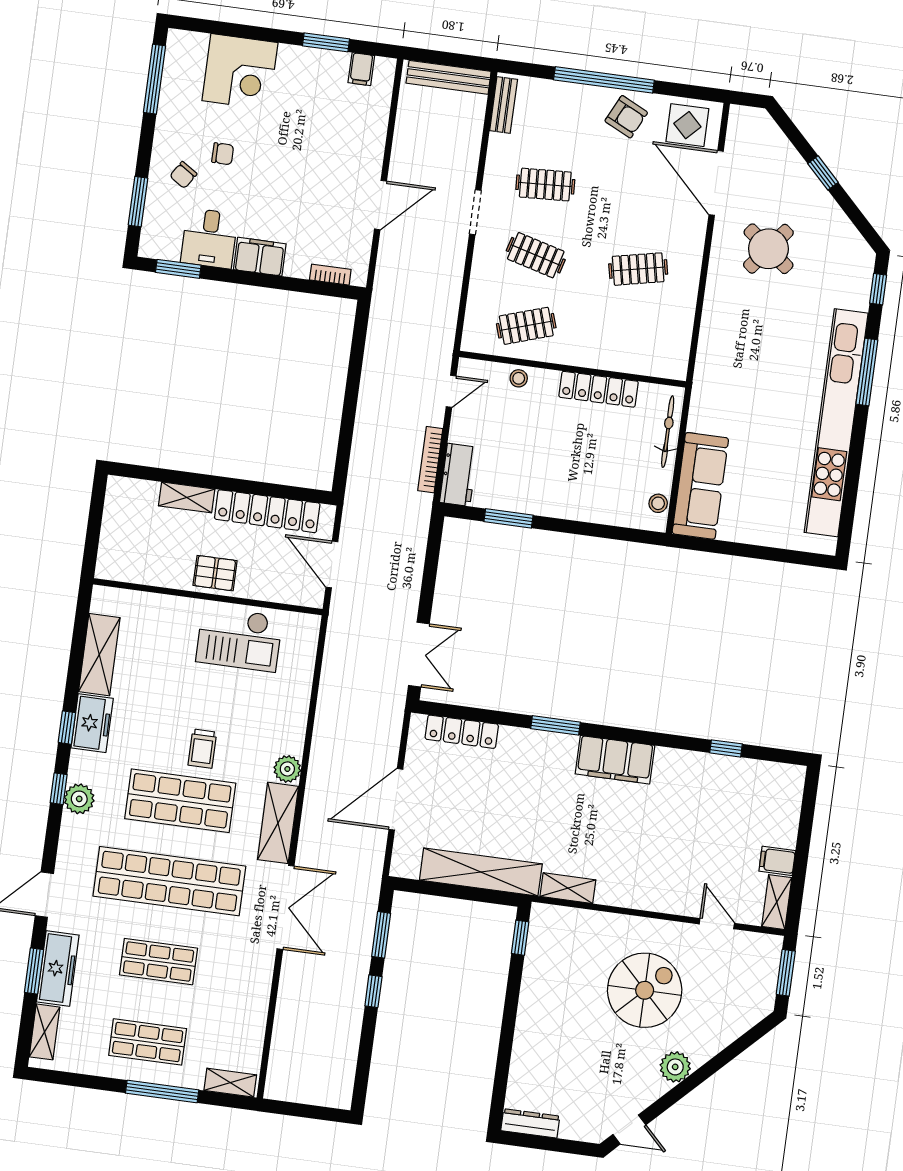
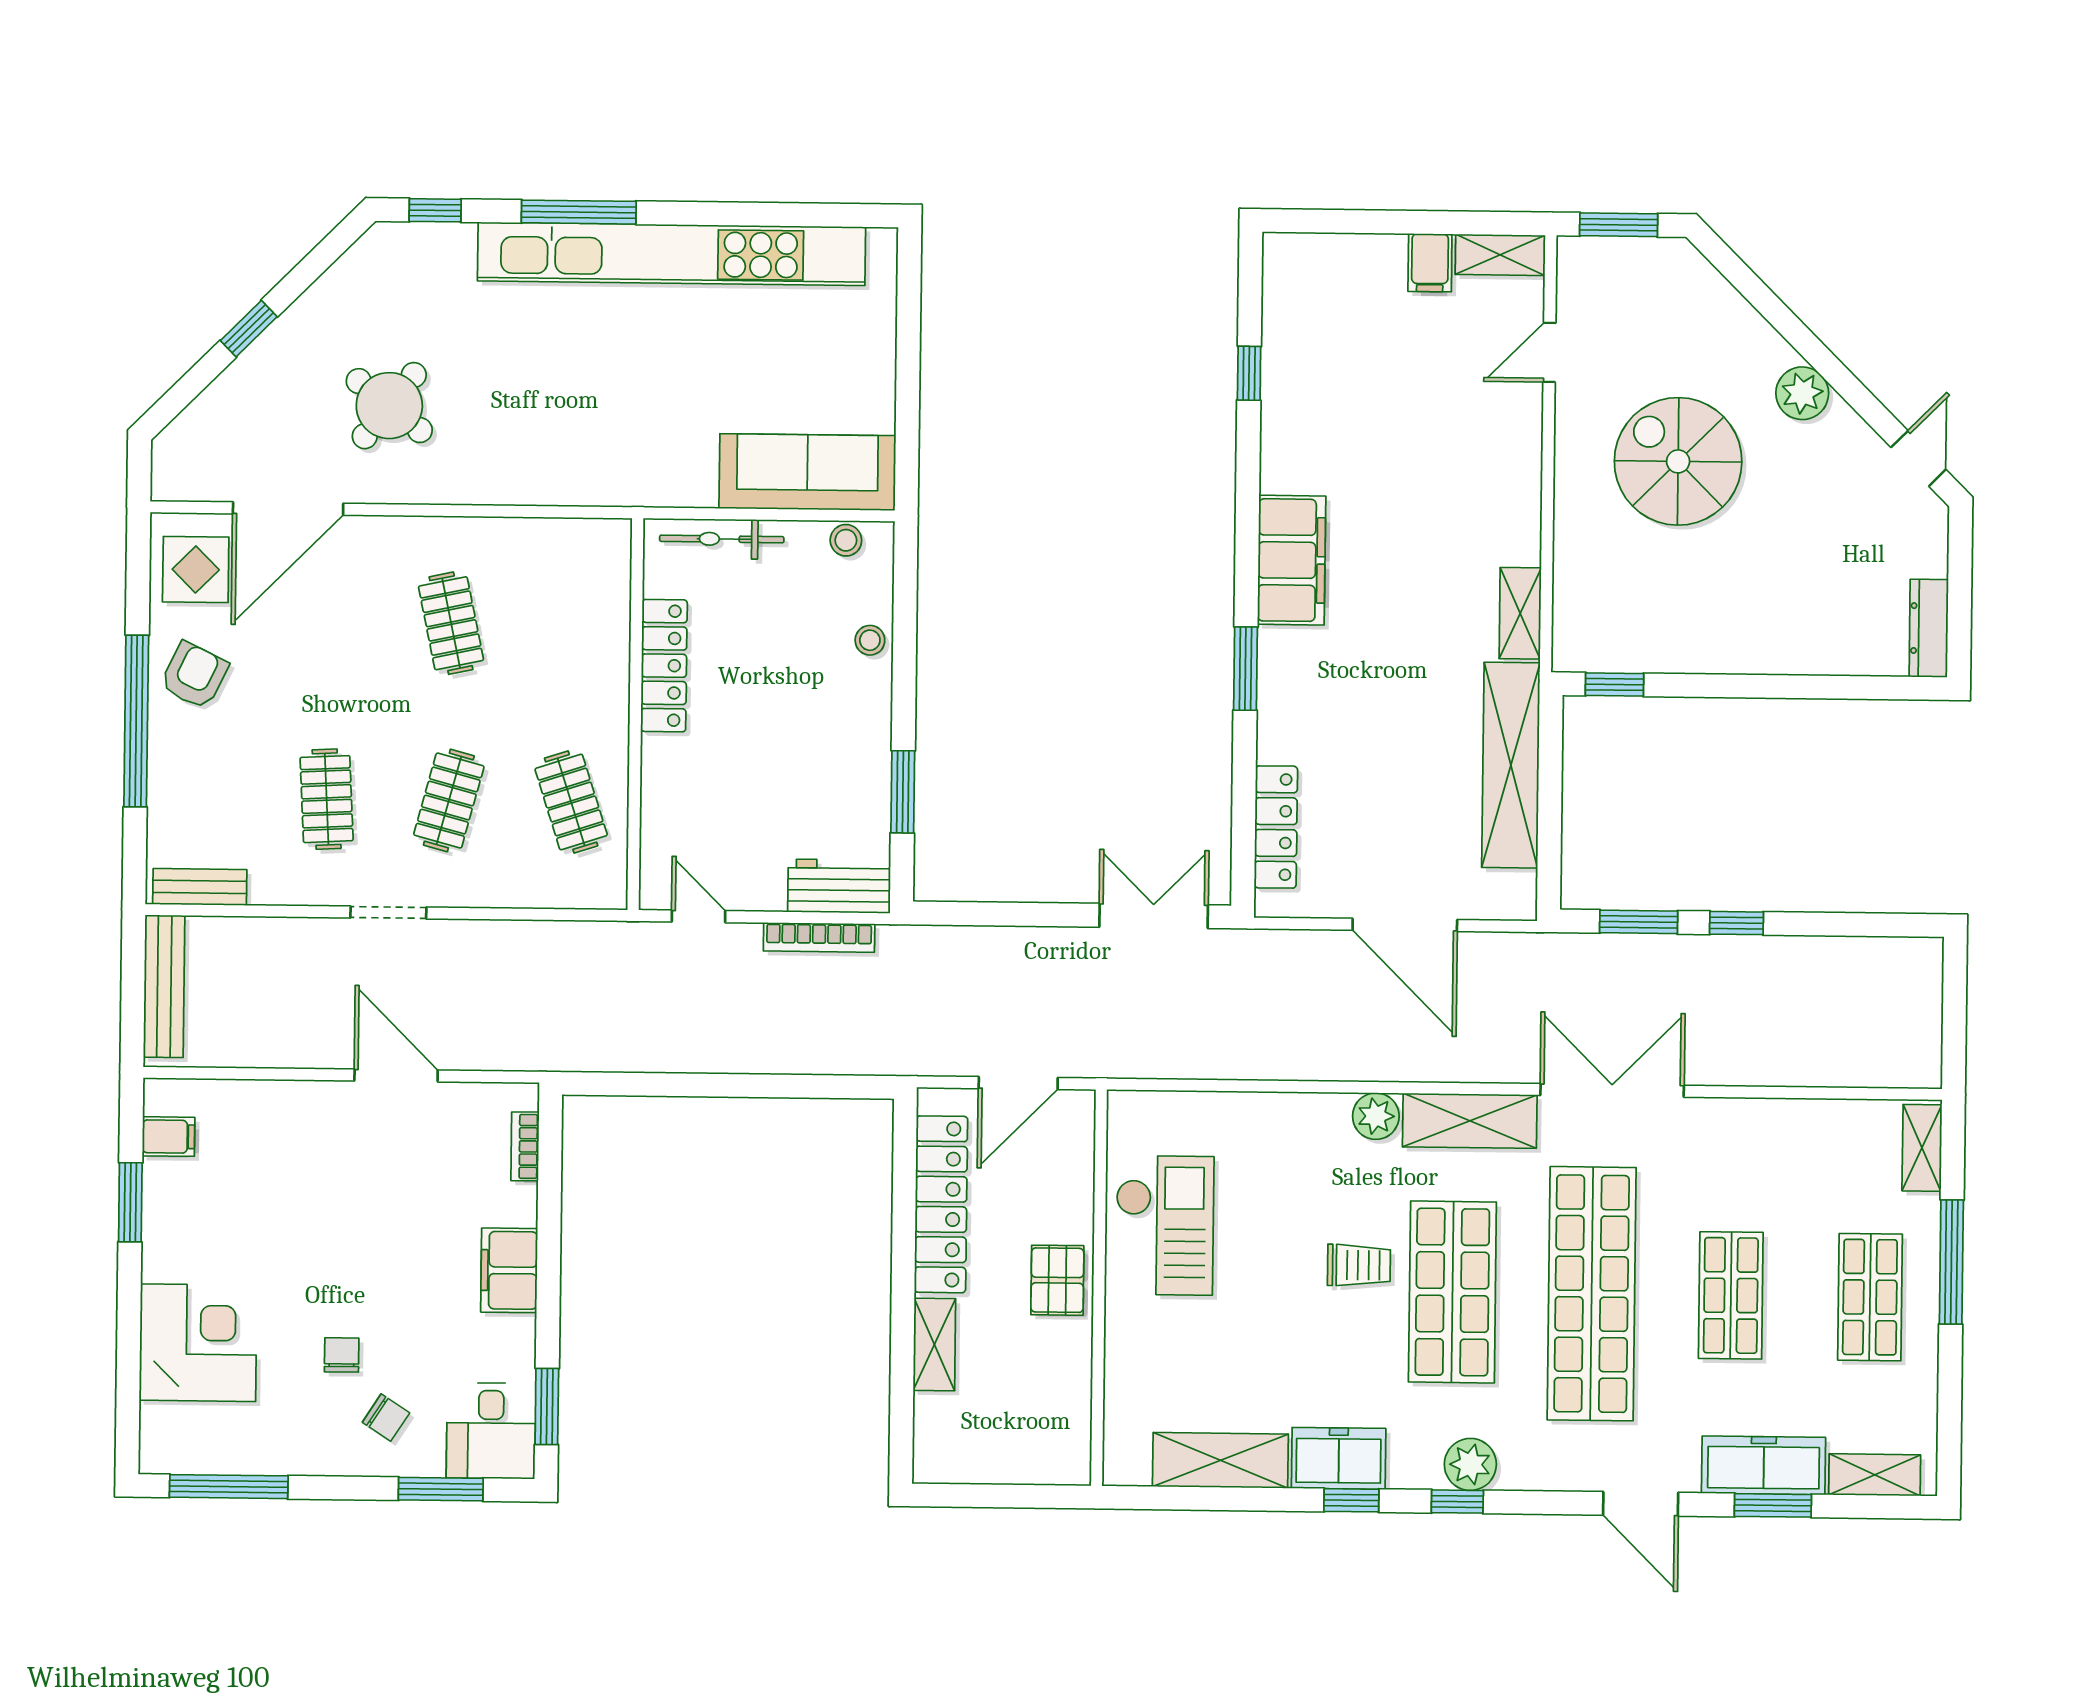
desk: (209, 238) -> (491, 1431), moved, turned 90
stool: (519, 378) -> (870, 640), moved

